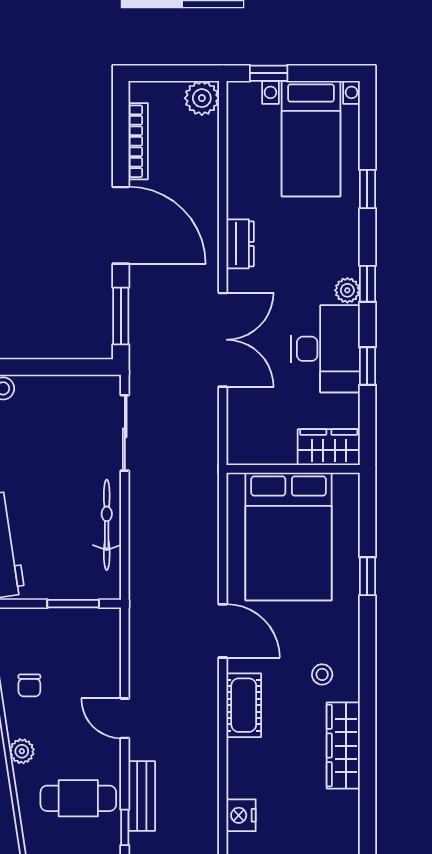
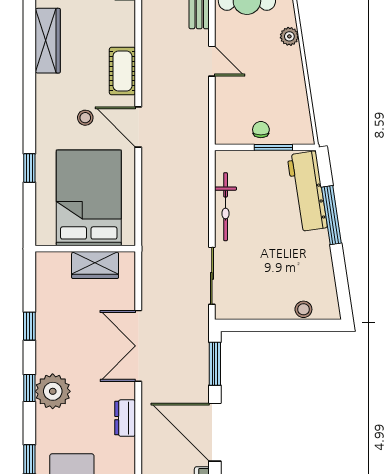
plant: (347, 290) -> (53, 391), width x1.88, depth x1.88
desk: (326, 349) -> (61, 339), removed
wardrobe: (329, 447) -> (95, 265), moved
window: (73, 604) -> (273, 147), moved
stool: (322, 674) -> (85, 118), moved
chair: (29, 685) -> (261, 130), moved

